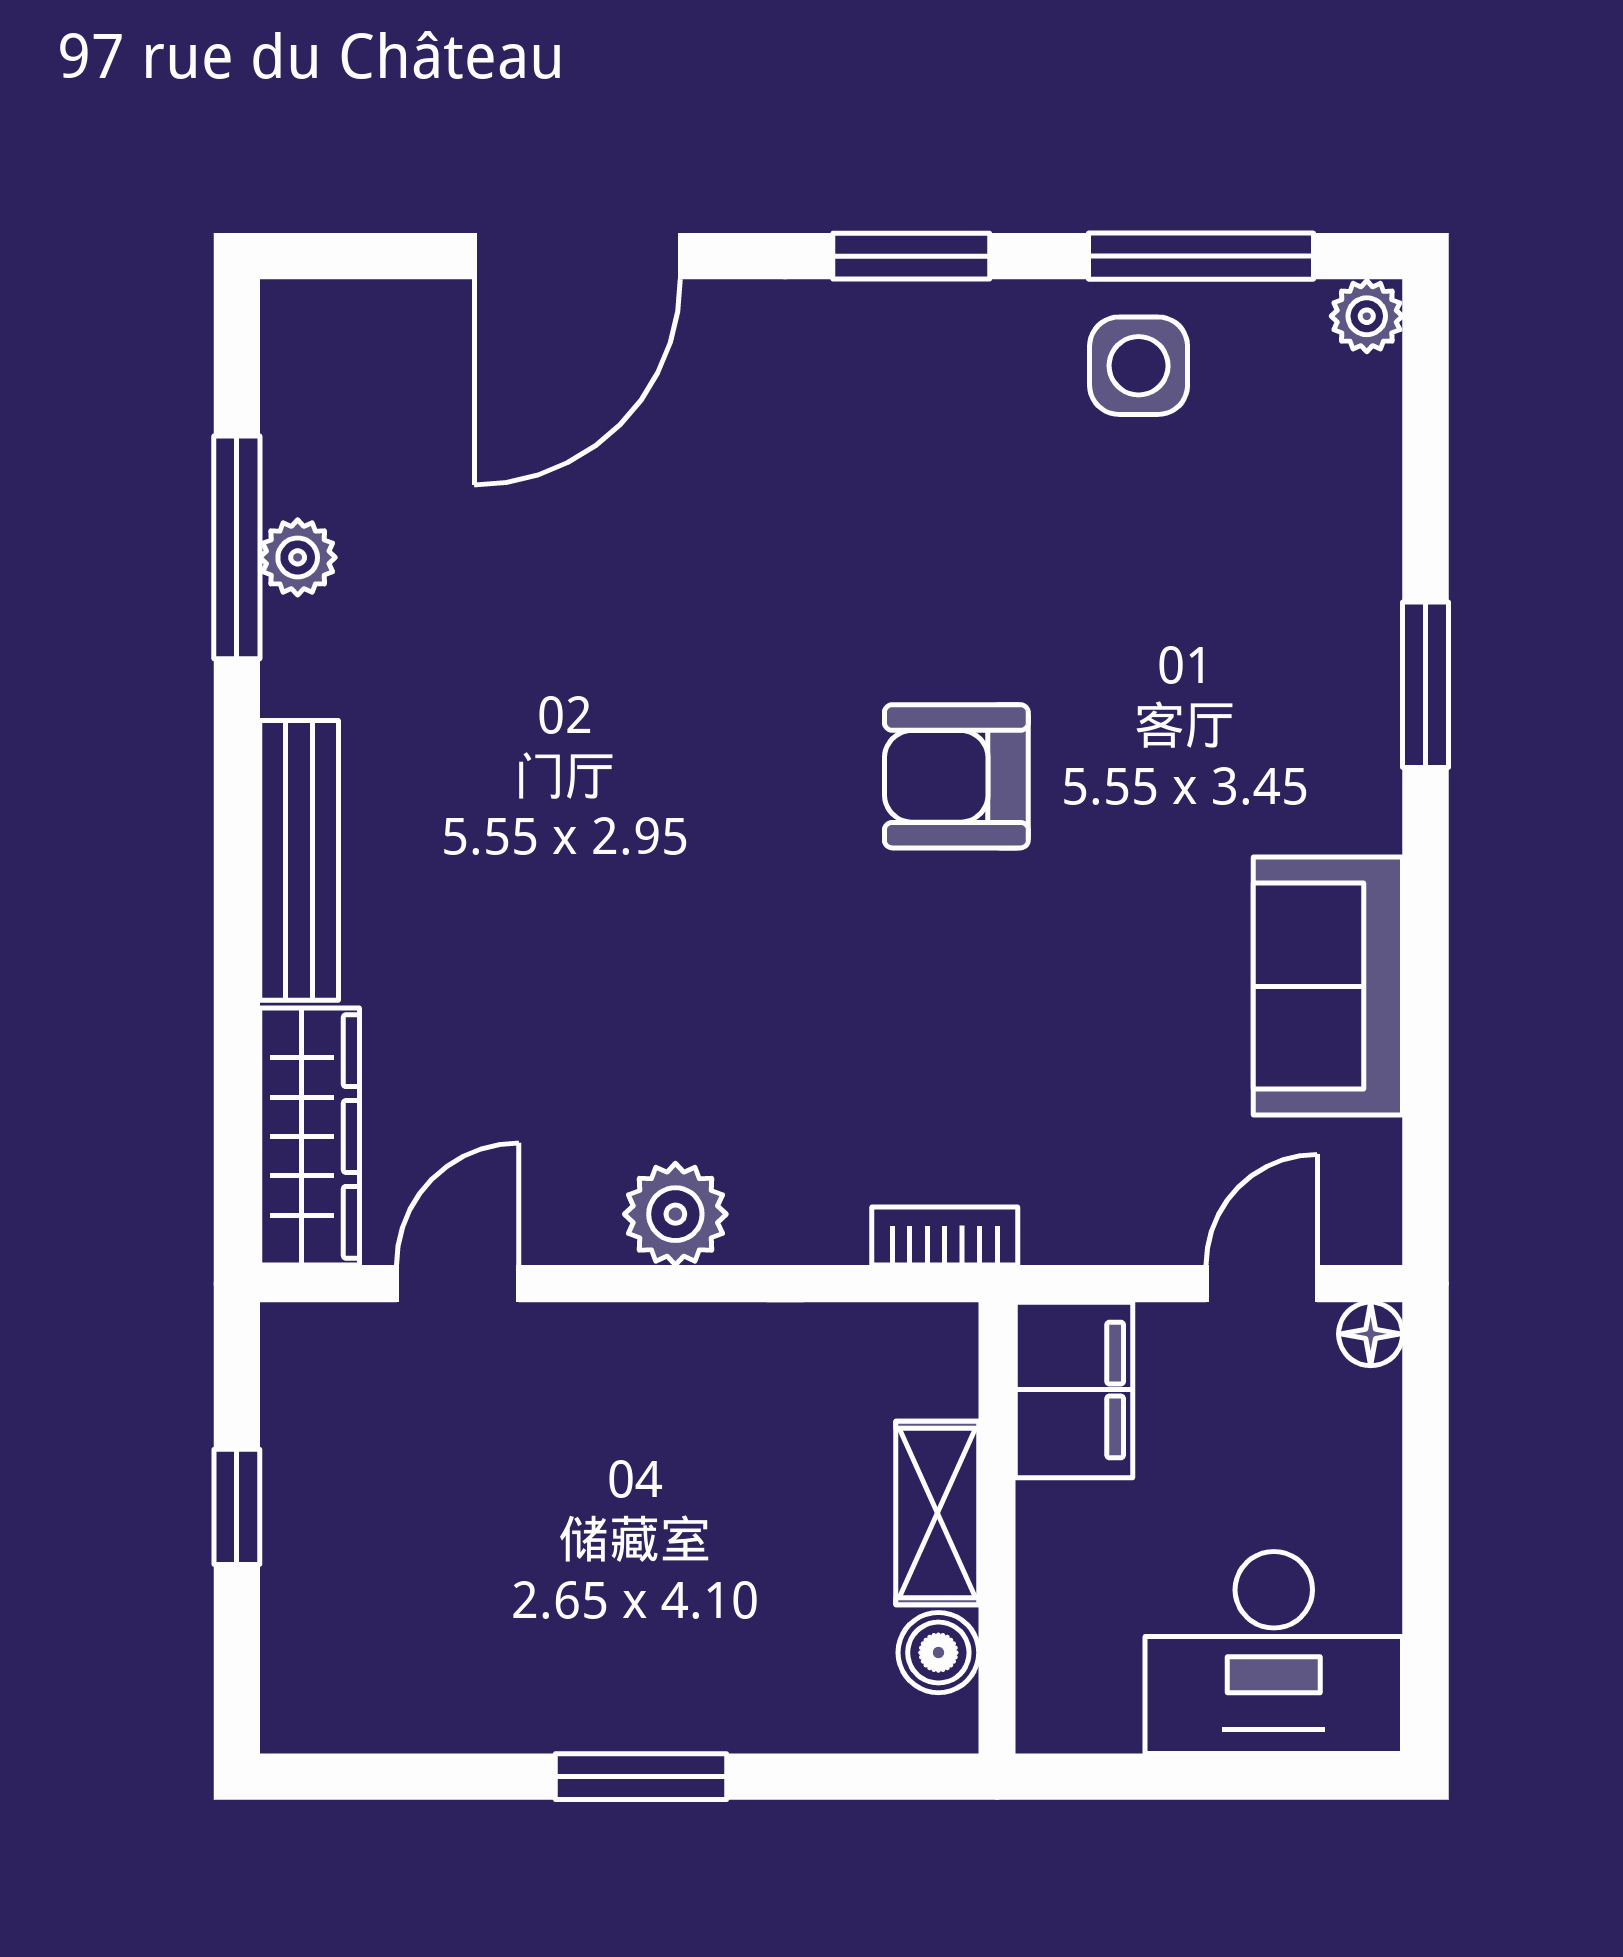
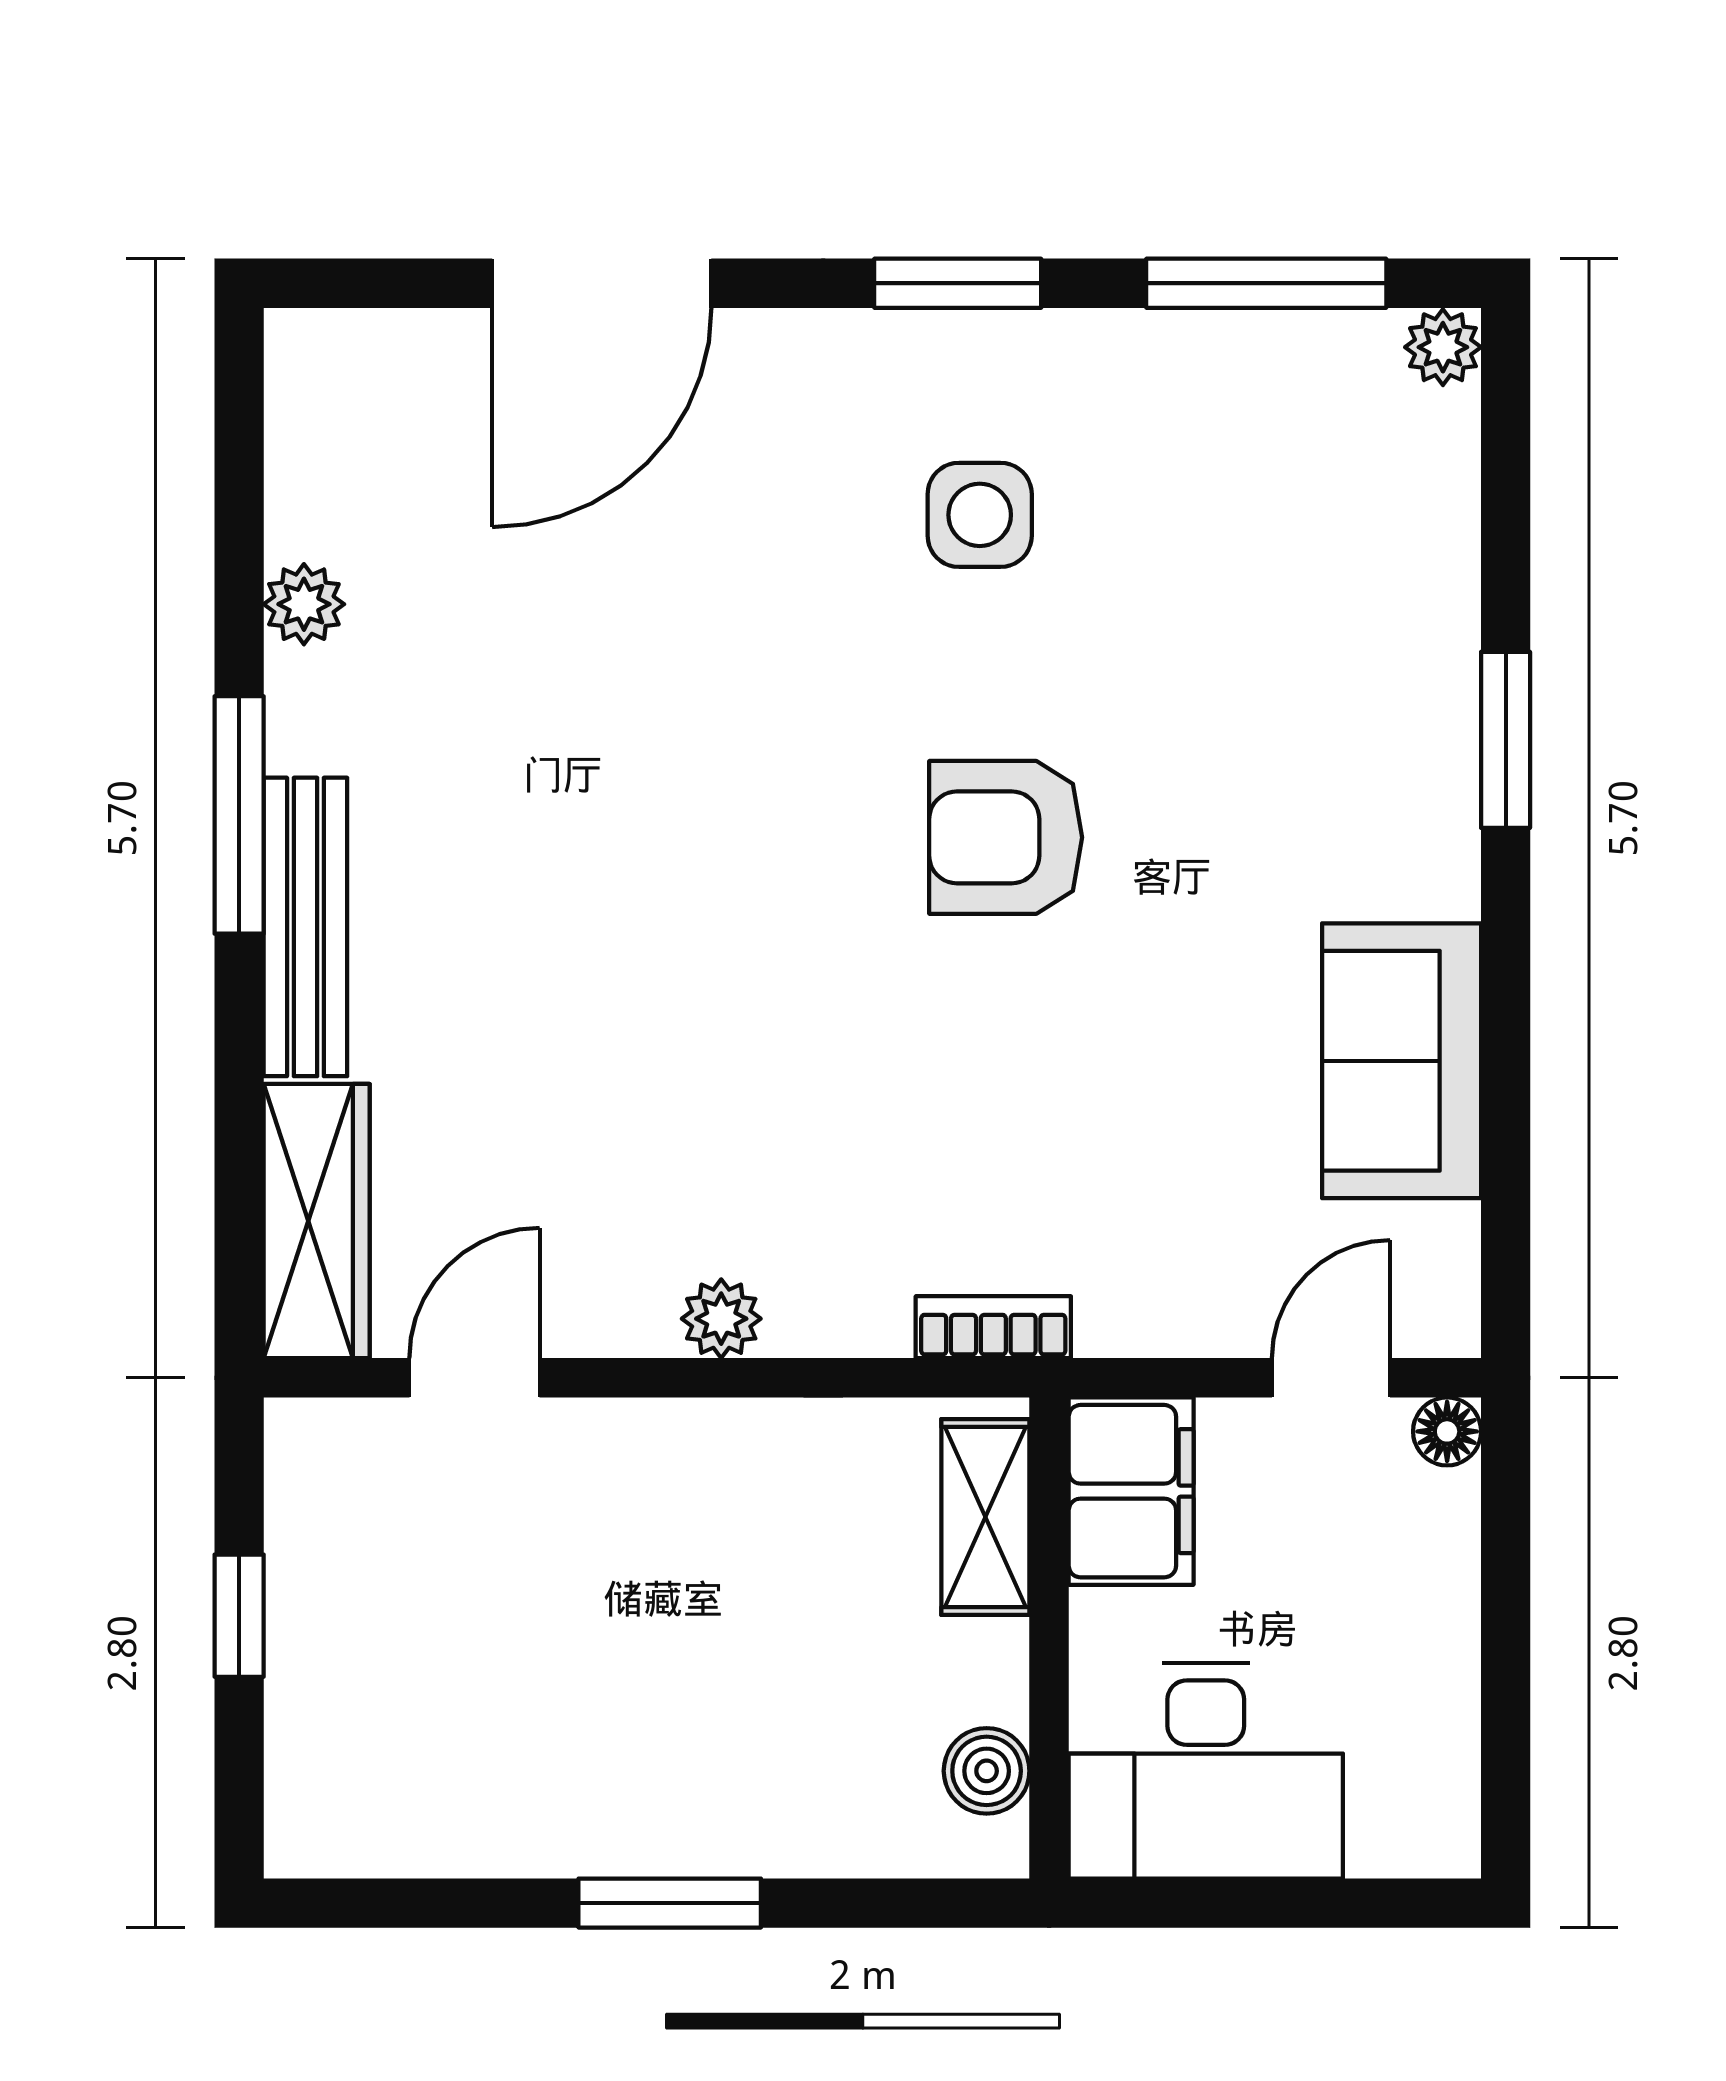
side table: (1139, 366) -> (980, 515), moved
window: (237, 547) -> (239, 815), moved
plant: (675, 1214) -> (721, 1319), width x0.73, depth x0.73
shelving: (937, 1513) -> (985, 1517), moved
desk: (1274, 1652) -> (1206, 1771), moved

